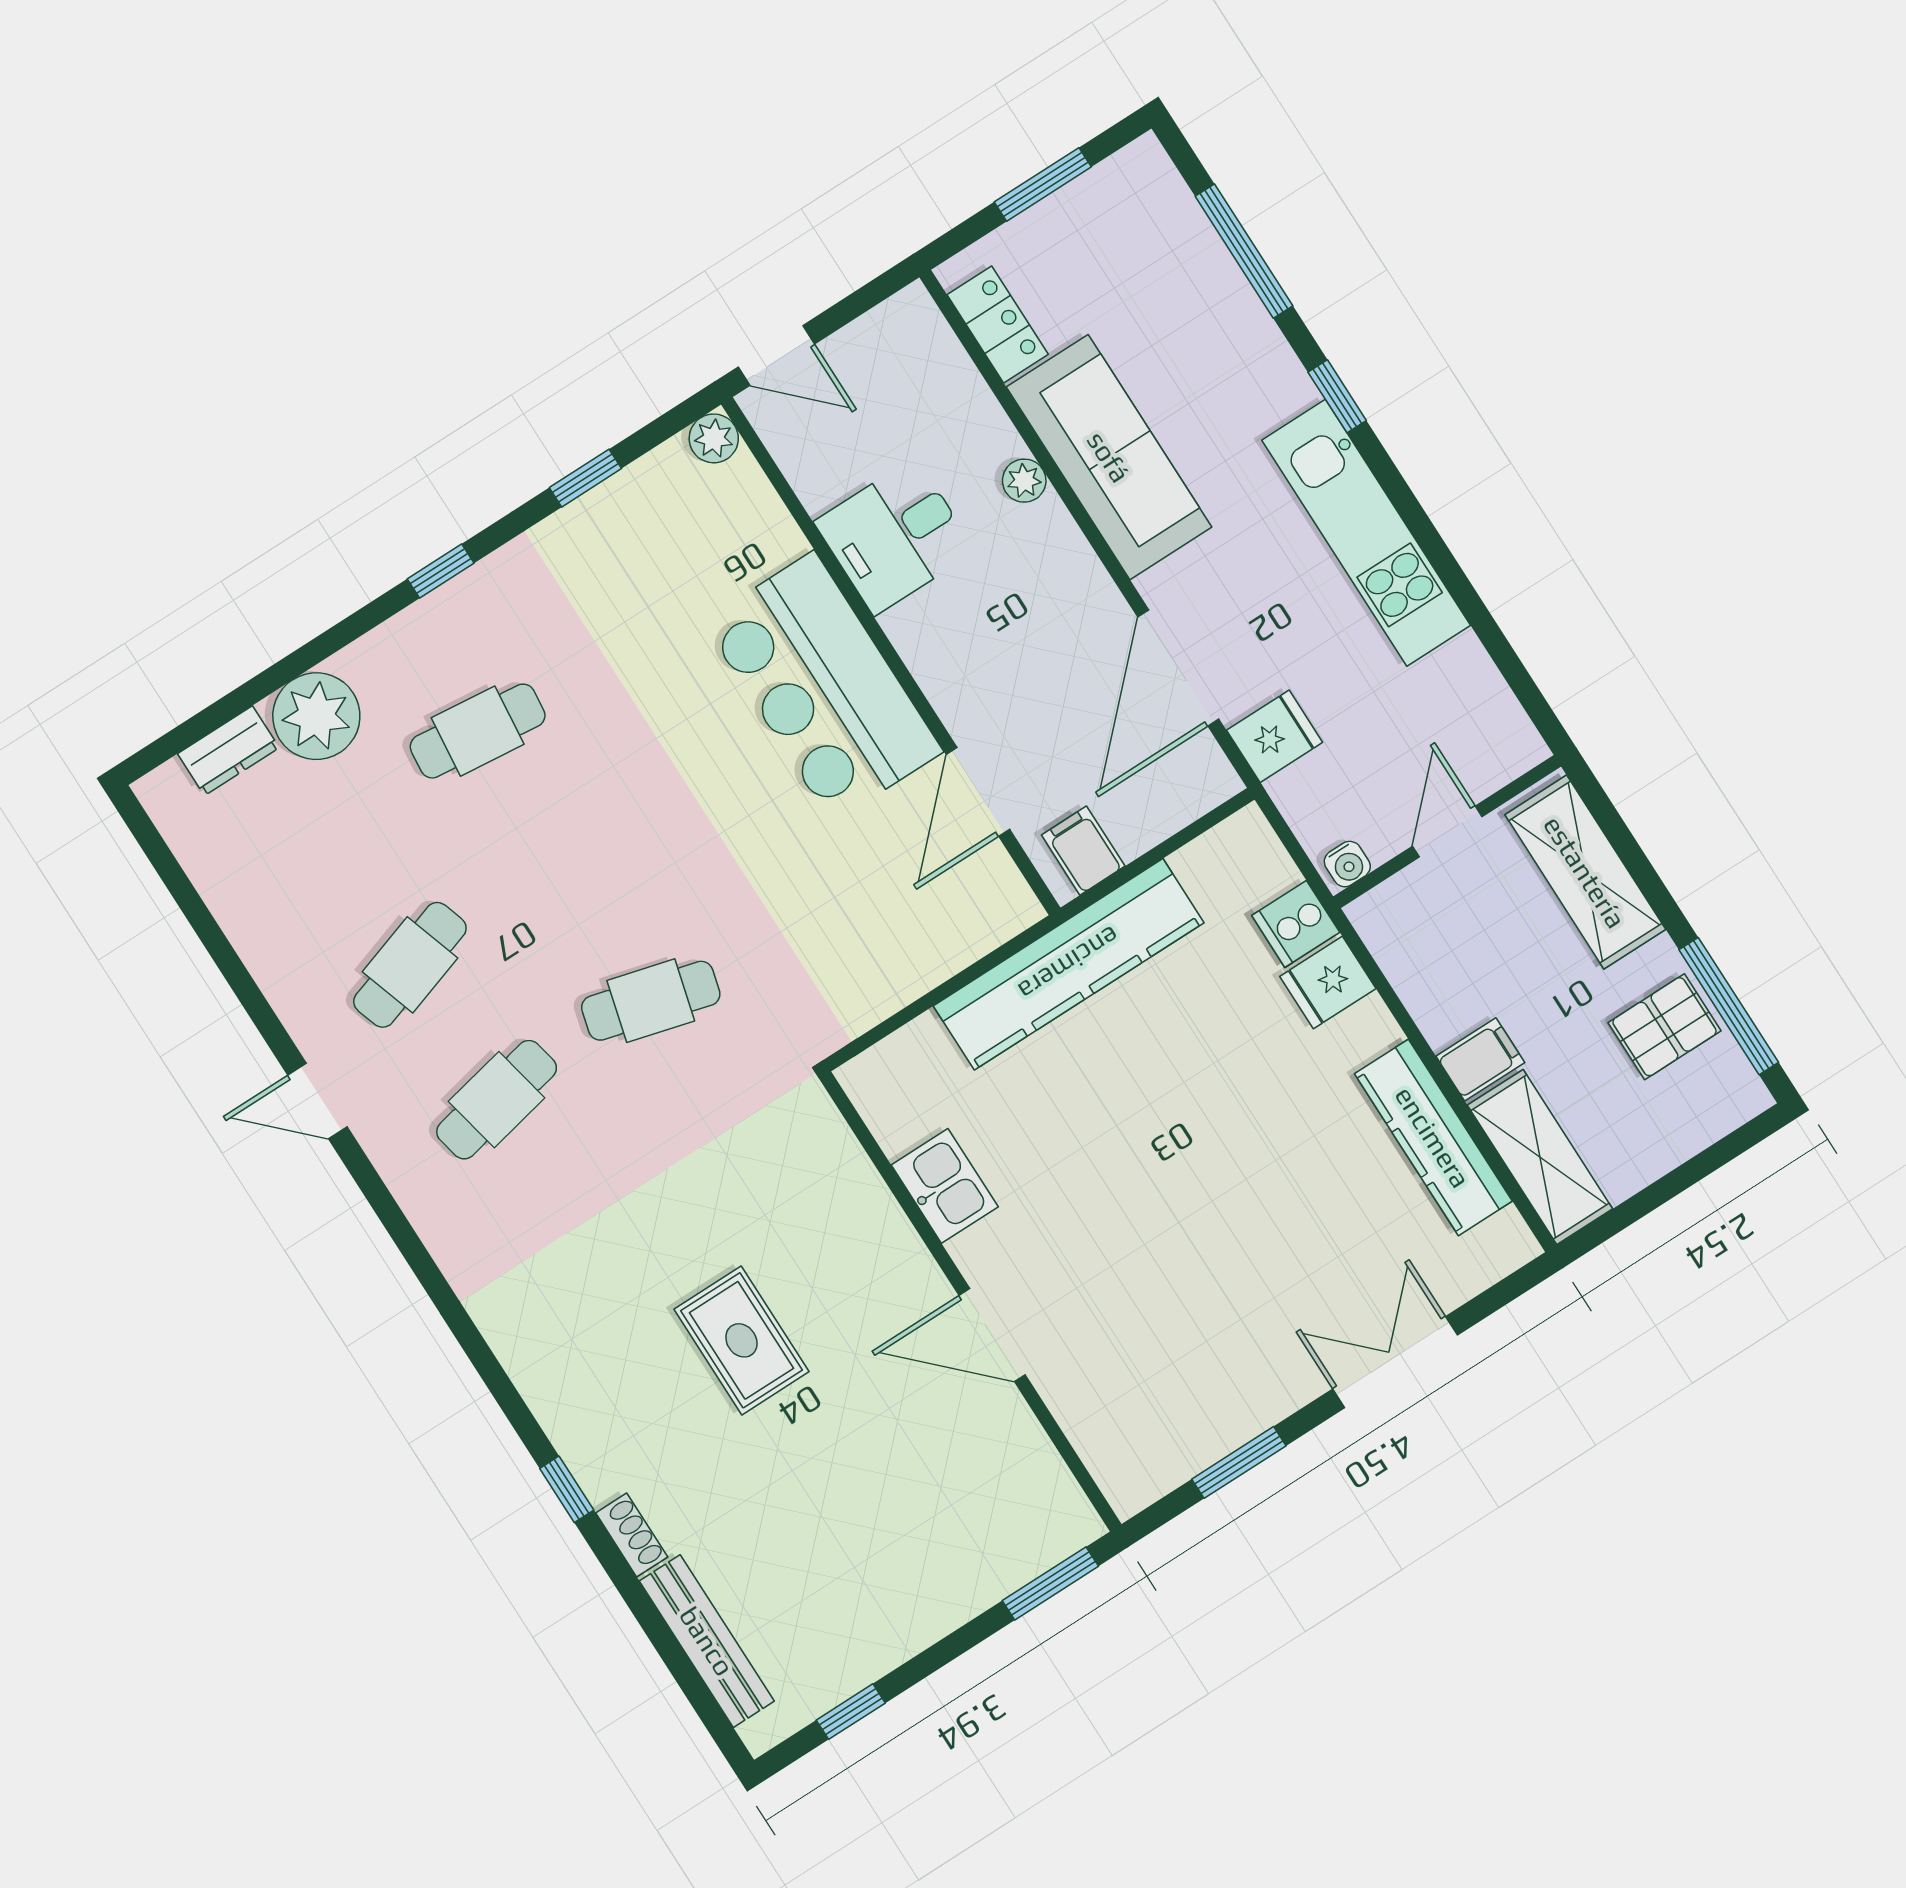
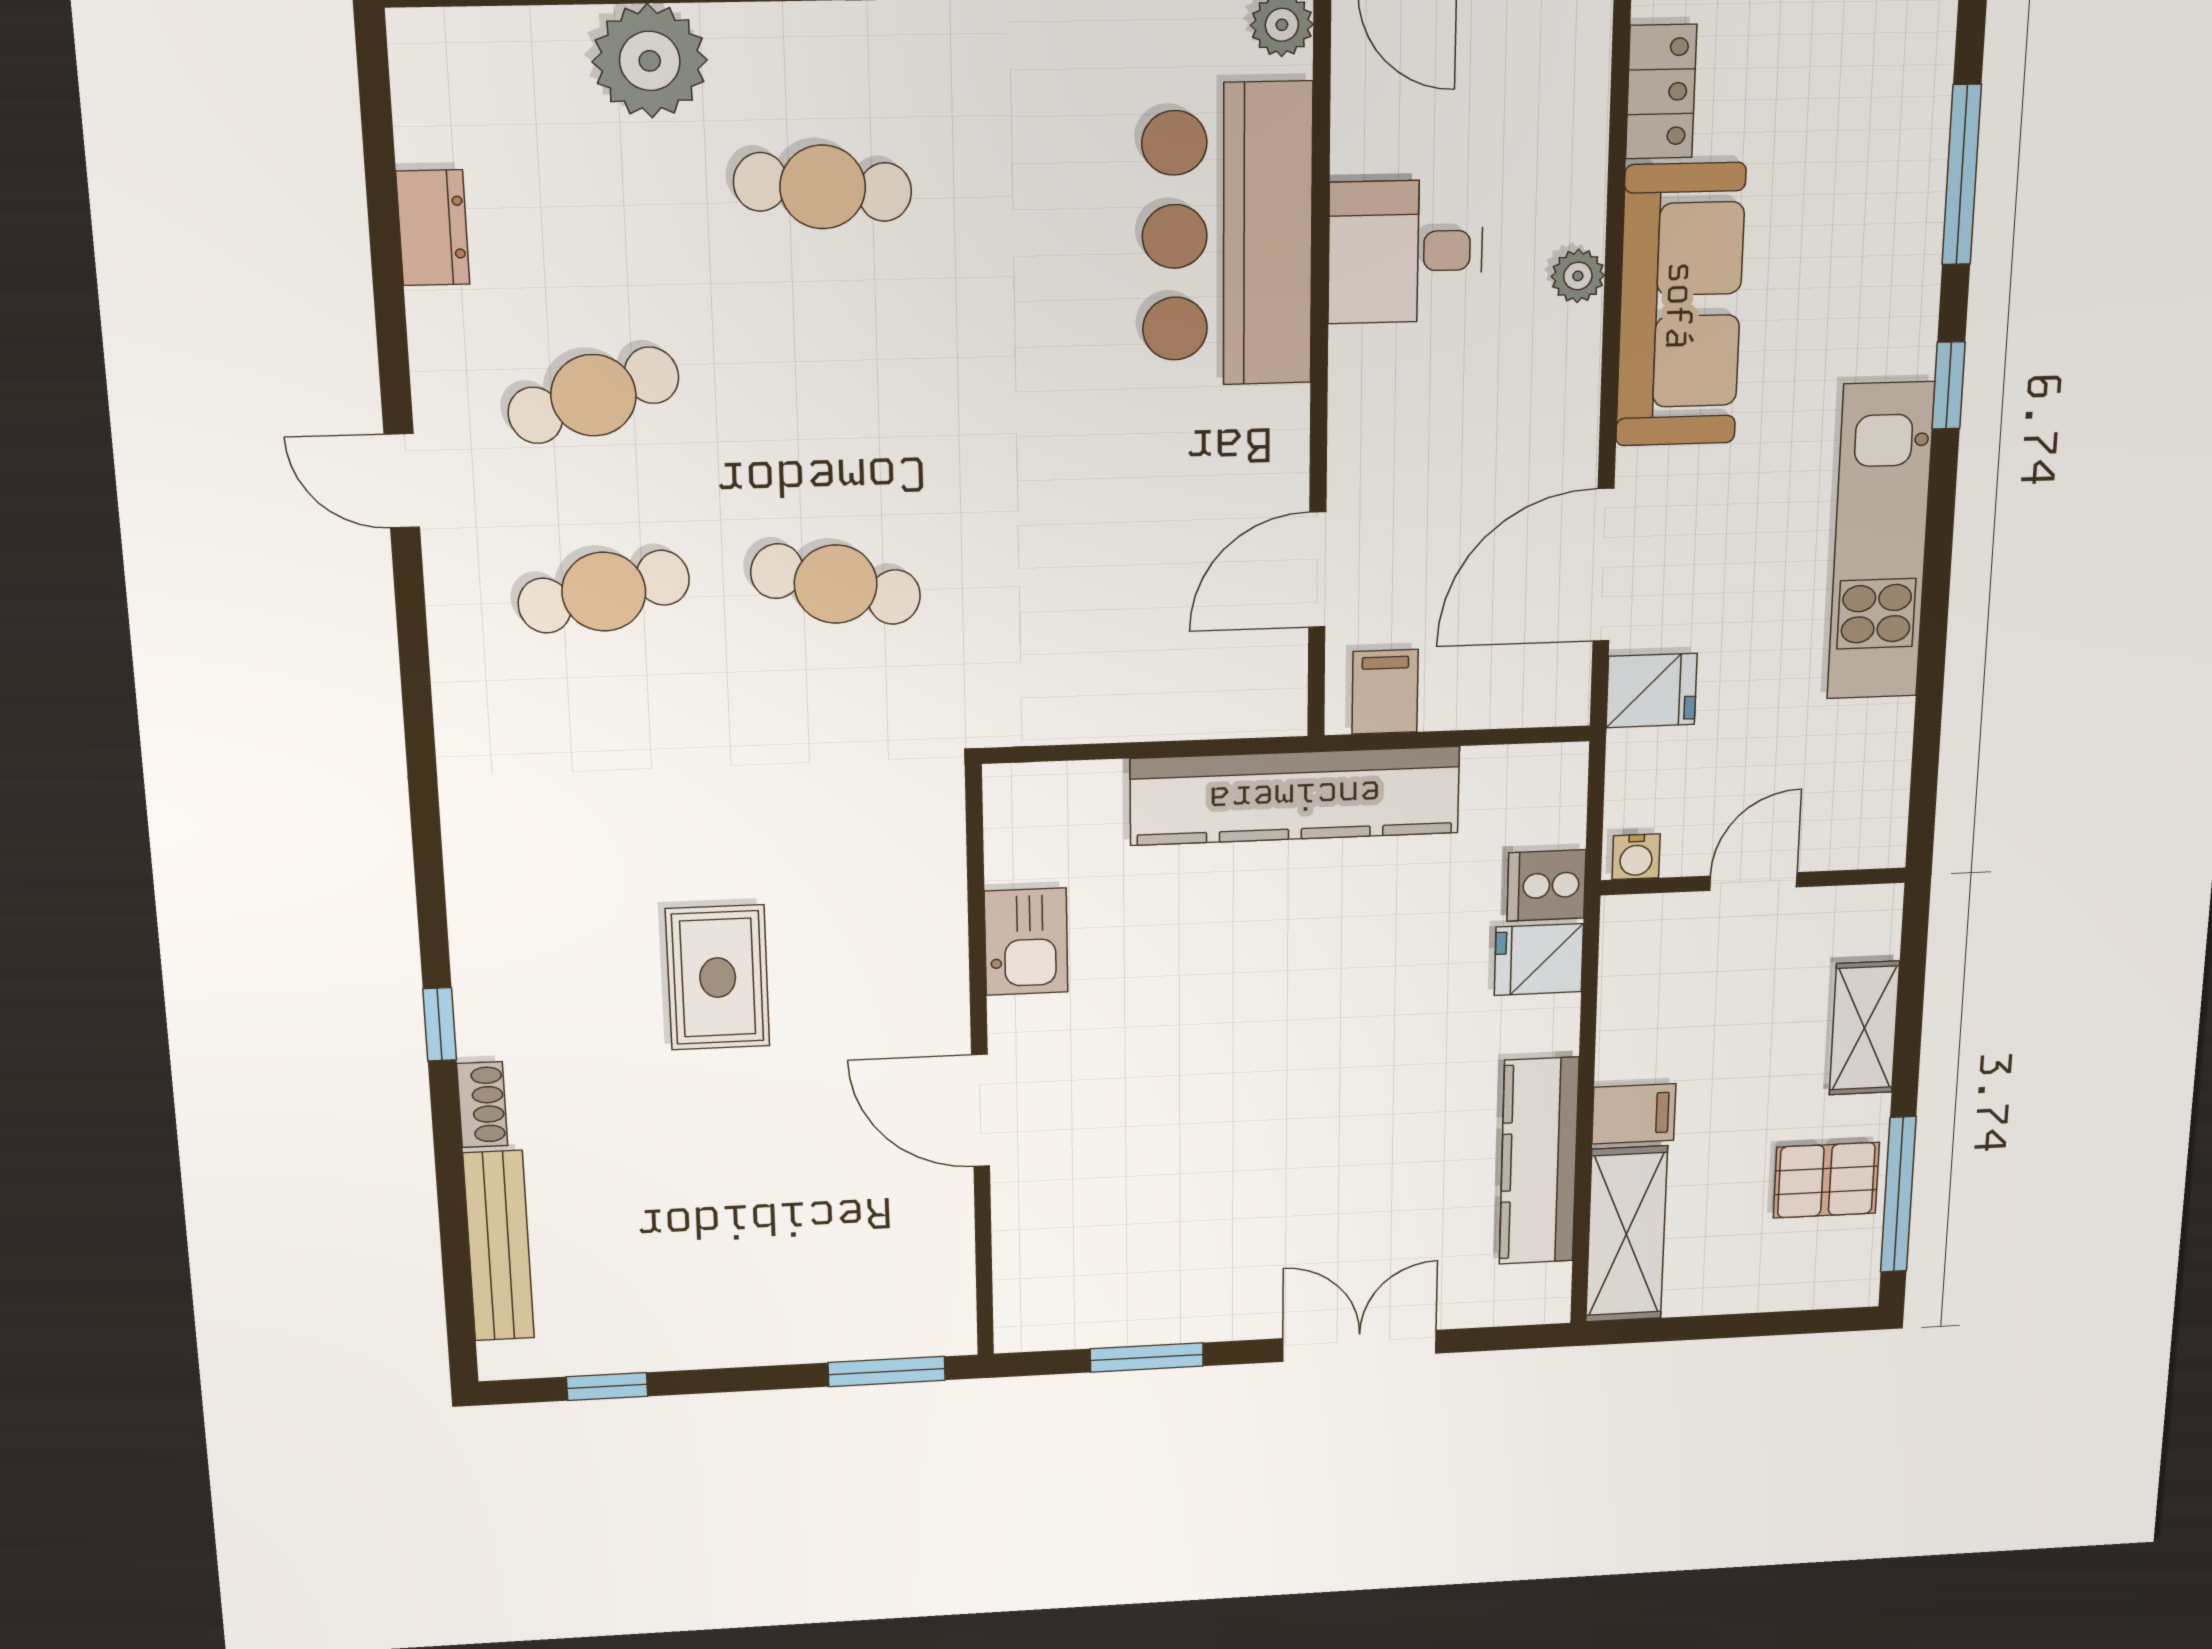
bar counter: (823, 687) -> (1227, 235), moved
dresser: (228, 751) -> (433, 228), moved, turned -90
shelving: (1585, 872) -> (1864, 1028), width x0.67, depth x0.75

